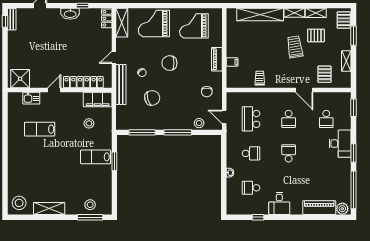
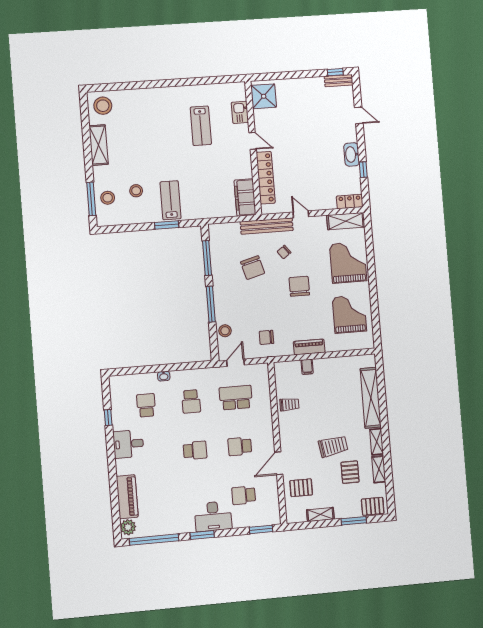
stool: (89, 123) -> (136, 191), moved
lab bench: (40, 129) -> (201, 126), turned 180

